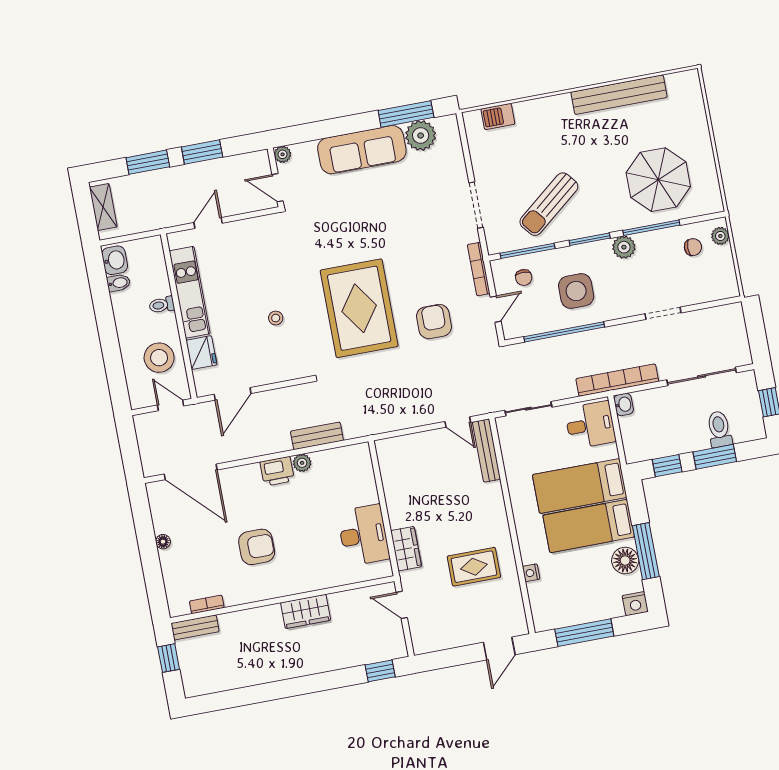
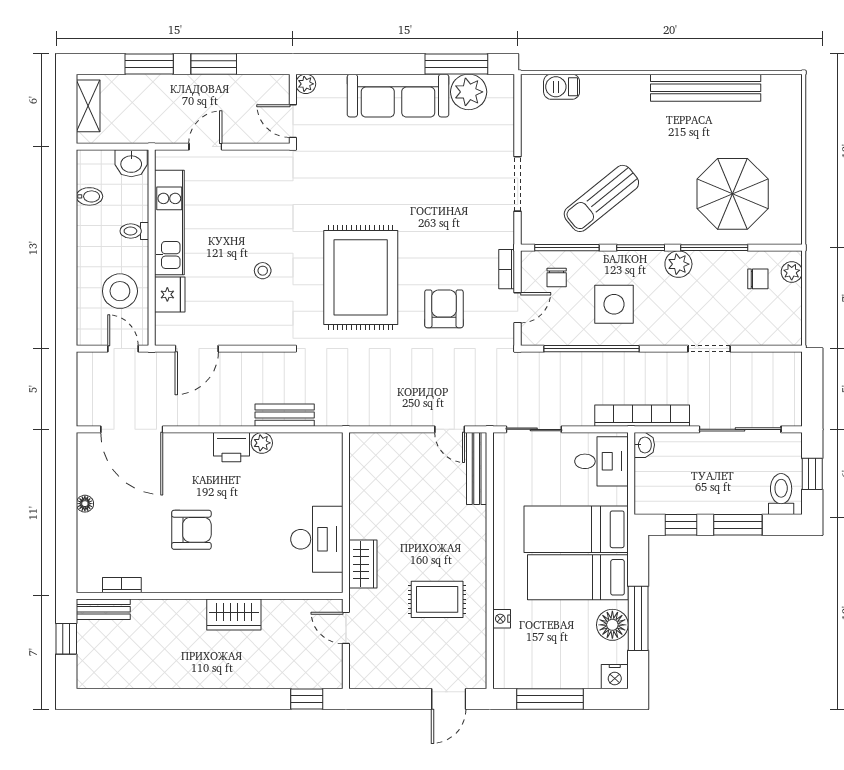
washbasin: (115, 260) -> (131, 163), moved, turned 90
bookcase: (479, 269) -> (507, 269), width x0.64
toilet: (719, 429) -> (781, 494), moved

